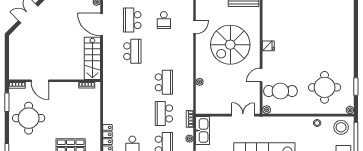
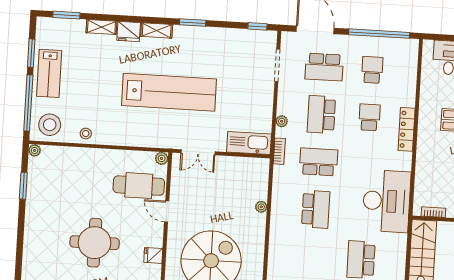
door: (261, 75) -> (167, 212), swing flipped
school desk: (164, 82) -> (316, 209), turned 180
round table: (325, 87) -> (95, 243), moved
desk: (118, 90) -> (387, 201), added
school desk: (164, 113) -> (319, 162), turned -90
kitchen sink: (203, 131) -> (249, 143), moved, turned 90

